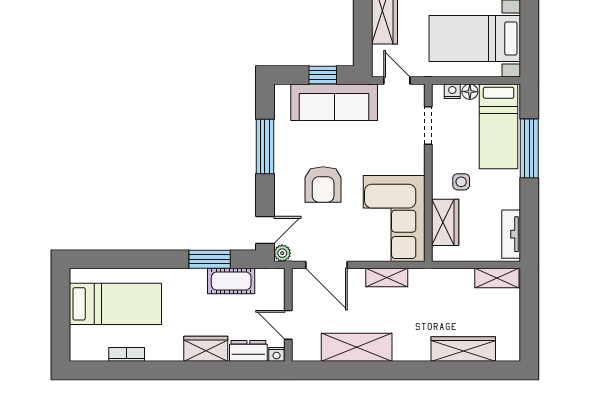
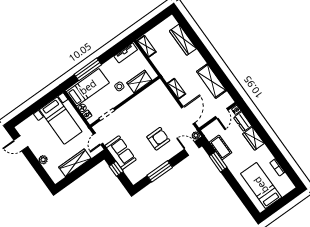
sofa: (334, 102) -> (121, 153), width x0.73
corner sofa: (394, 218) -> (152, 102), removed

